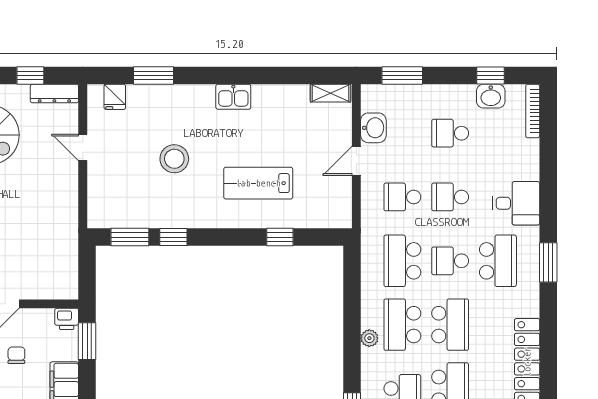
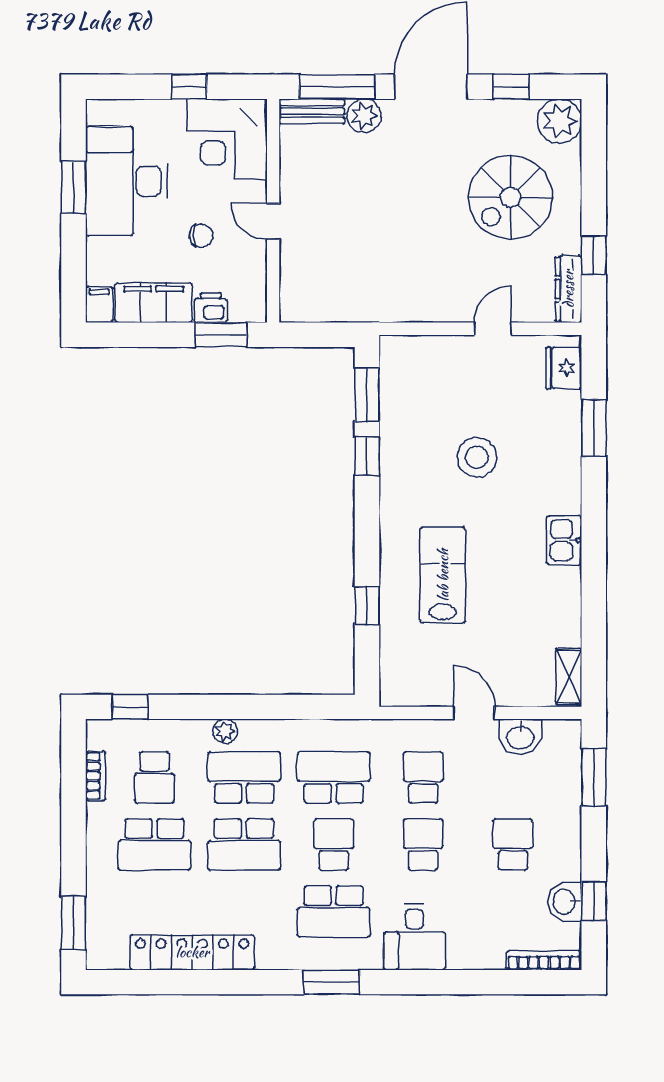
fridge: (115, 97) -> (564, 368), width x1.38
printer: (67, 319) -> (211, 308), moved, turned 90

